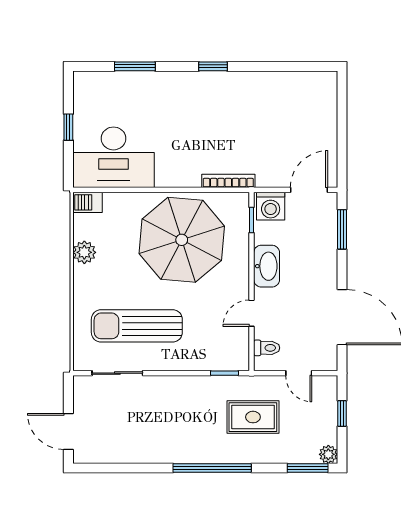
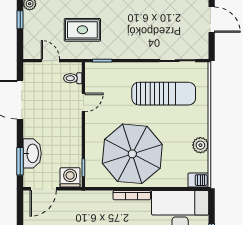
bookcase: (228, 181) -> (132, 195), moved
washbasin: (267, 266) -> (32, 153), moved, turned 180
window: (342, 414) -> (20, 20), moved

